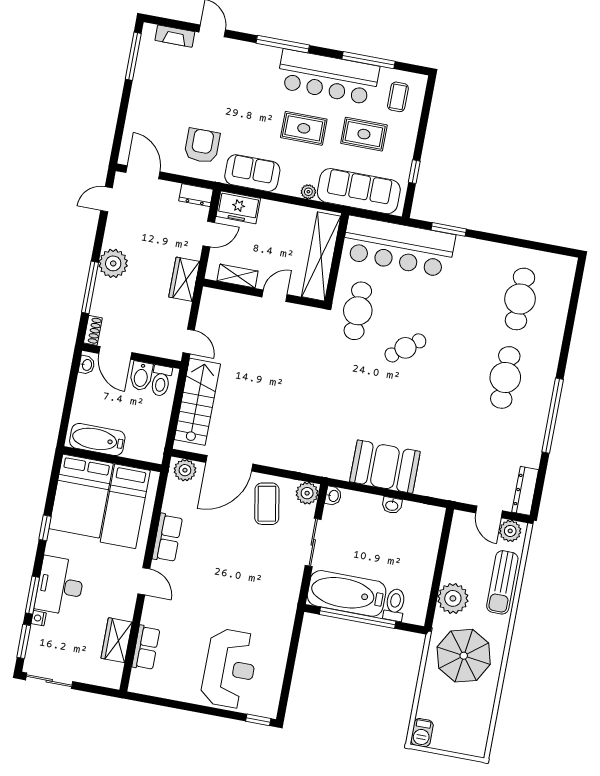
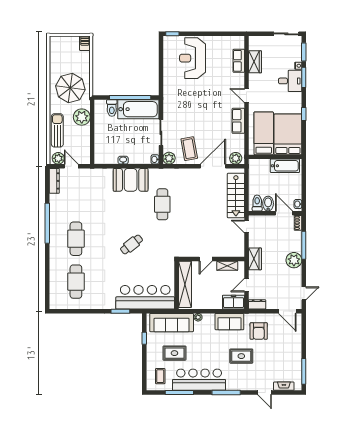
rug: (304, 128) -> (241, 356), moved
cafe table: (358, 311) -> (162, 204), moved
desk: (60, 586) -> (290, 81), width x0.73

